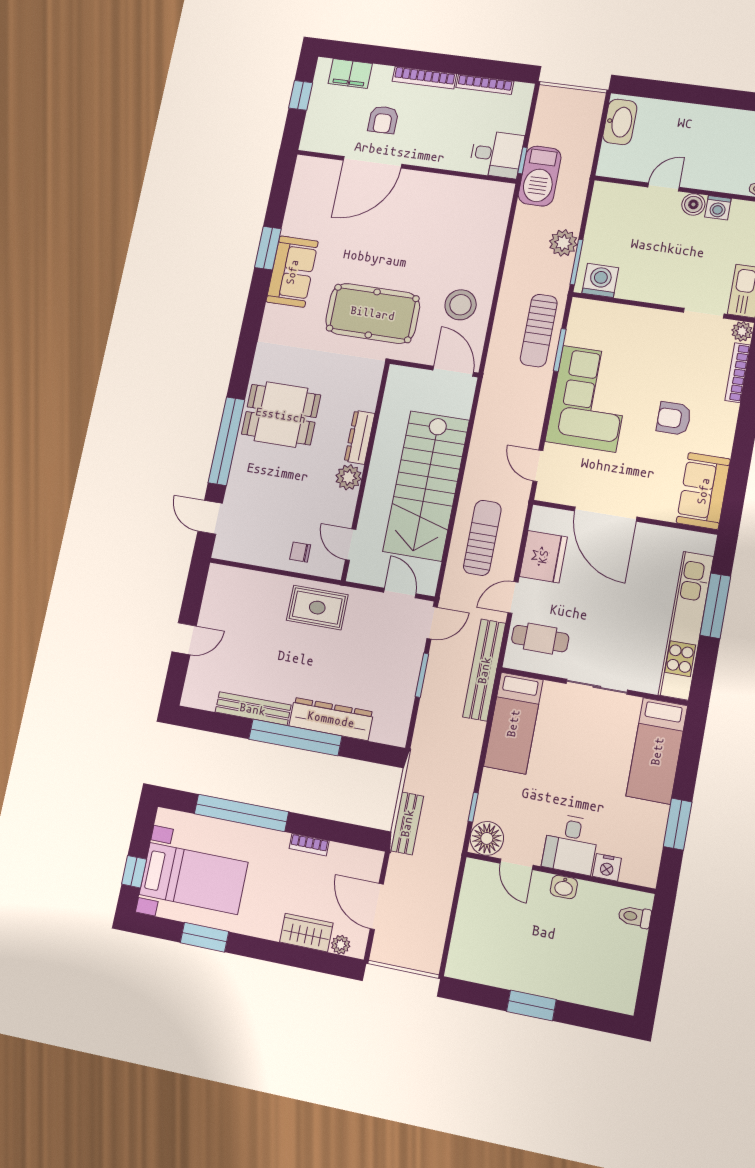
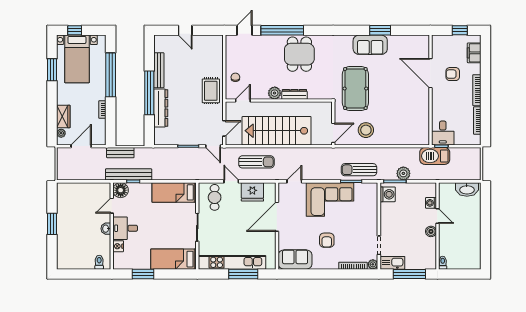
washing machine: (718, 208) -> (431, 203), moved
armchair: (674, 418) -> (327, 240), turned 180
bench: (484, 670) -> (129, 174), moved

